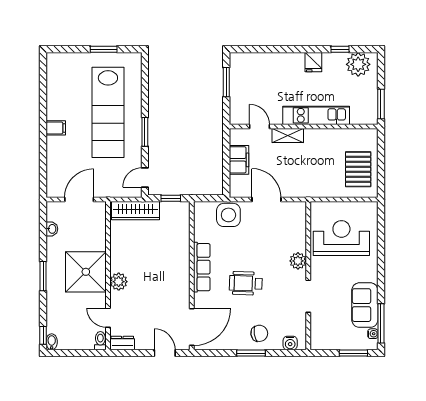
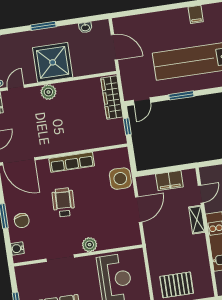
filing cabinet: (56, 128) -> (196, 14), moved
door: (145, 177) -> (142, 101), swing flipped

